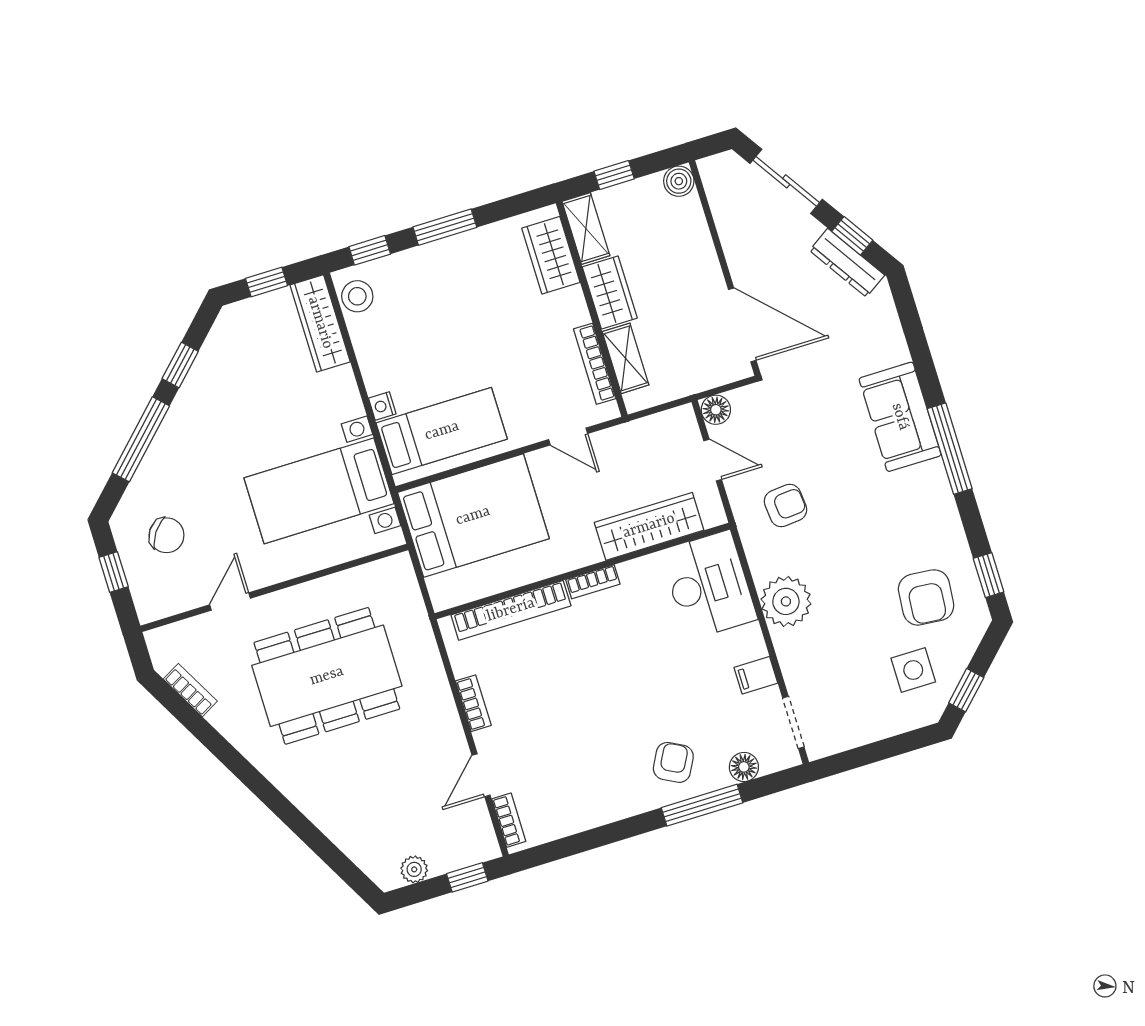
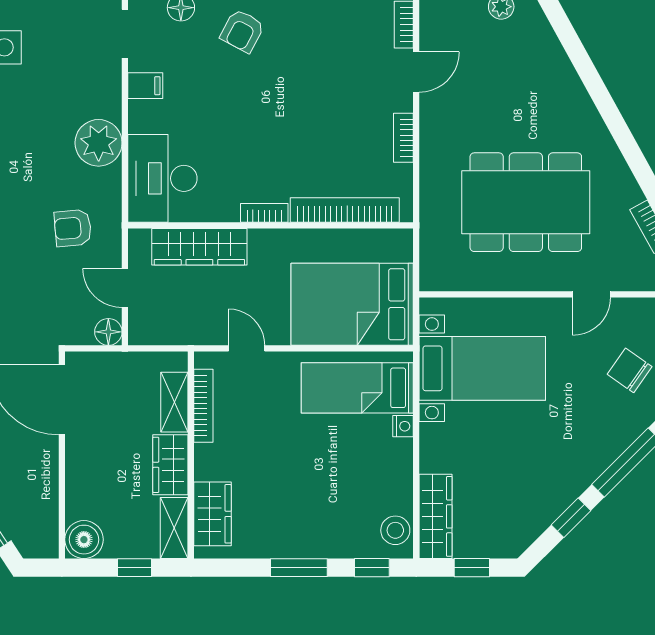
boiler: (679, 181) -> (84, 540), width x1.36, depth x1.36

